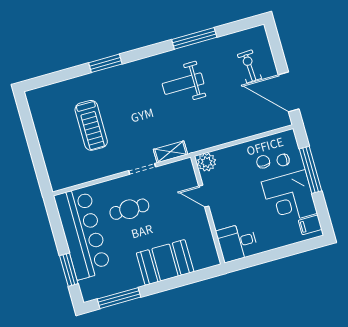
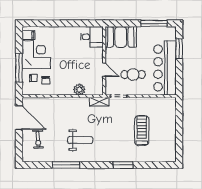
door: (204, 196) -> (104, 70), moved
wall: (208, 210) -> (104, 61), moved
desk: (237, 242) -> (92, 37), moved

